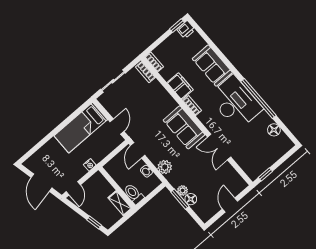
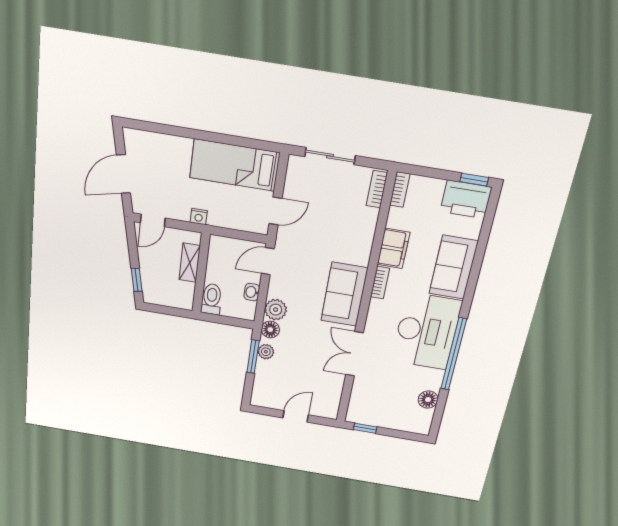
printer: (186, 30) -> (466, 199), width x1.87, depth x1.48
floor lamp: (191, 199) -> (270, 330), moved
shelving: (120, 203) -> (190, 263), moved

